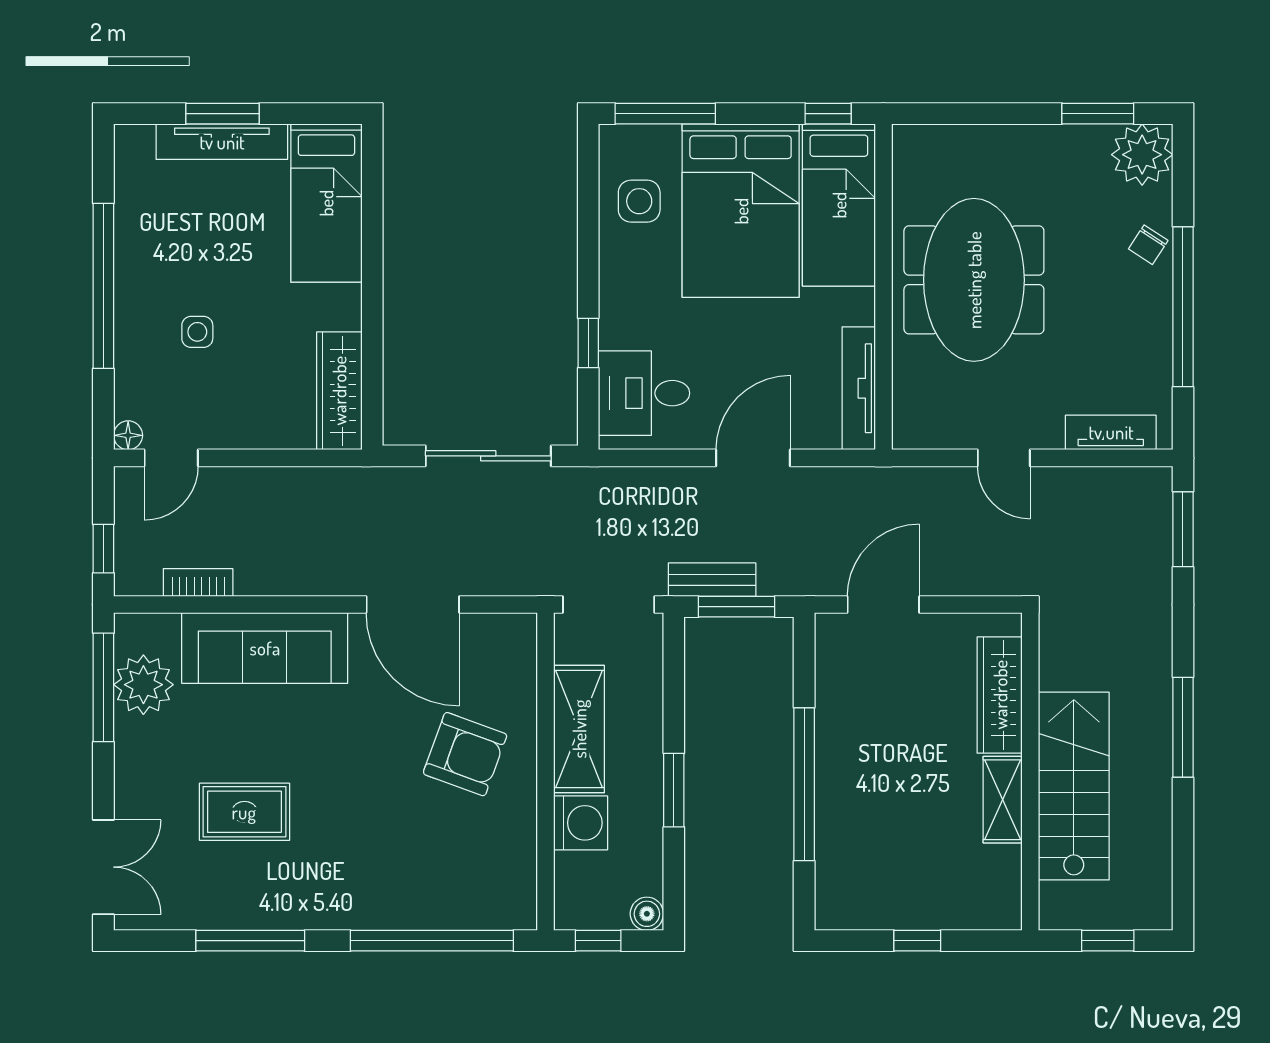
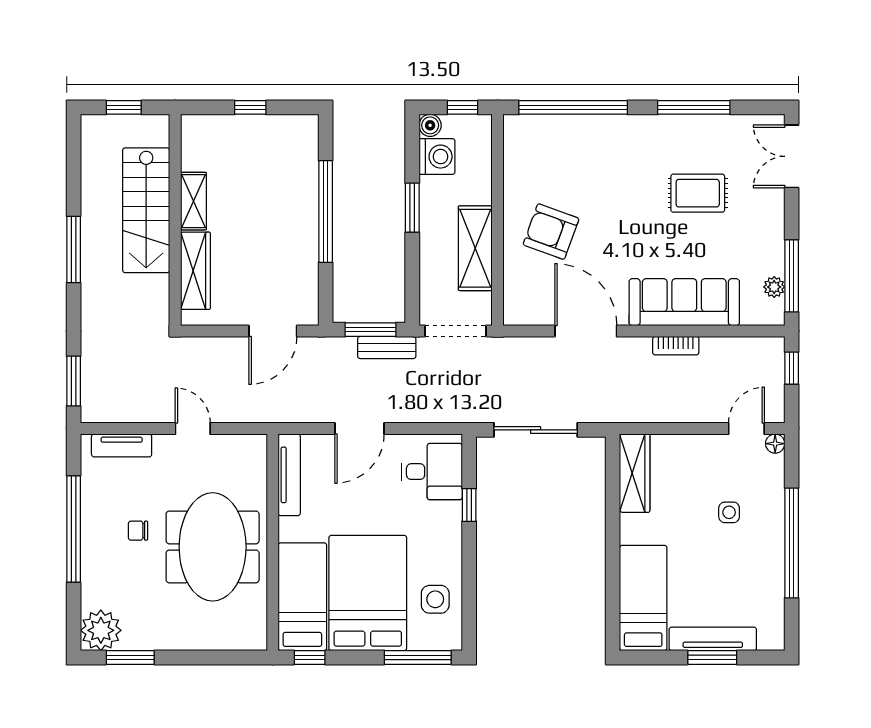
chair: (1148, 245) -> (138, 531), moved, turned -123
bookcase: (198, 583) -> (676, 346), moved
plant: (143, 685) -> (774, 287), width x0.53, depth x0.53
washing machine: (581, 823) -> (437, 157), moved, turned 180

